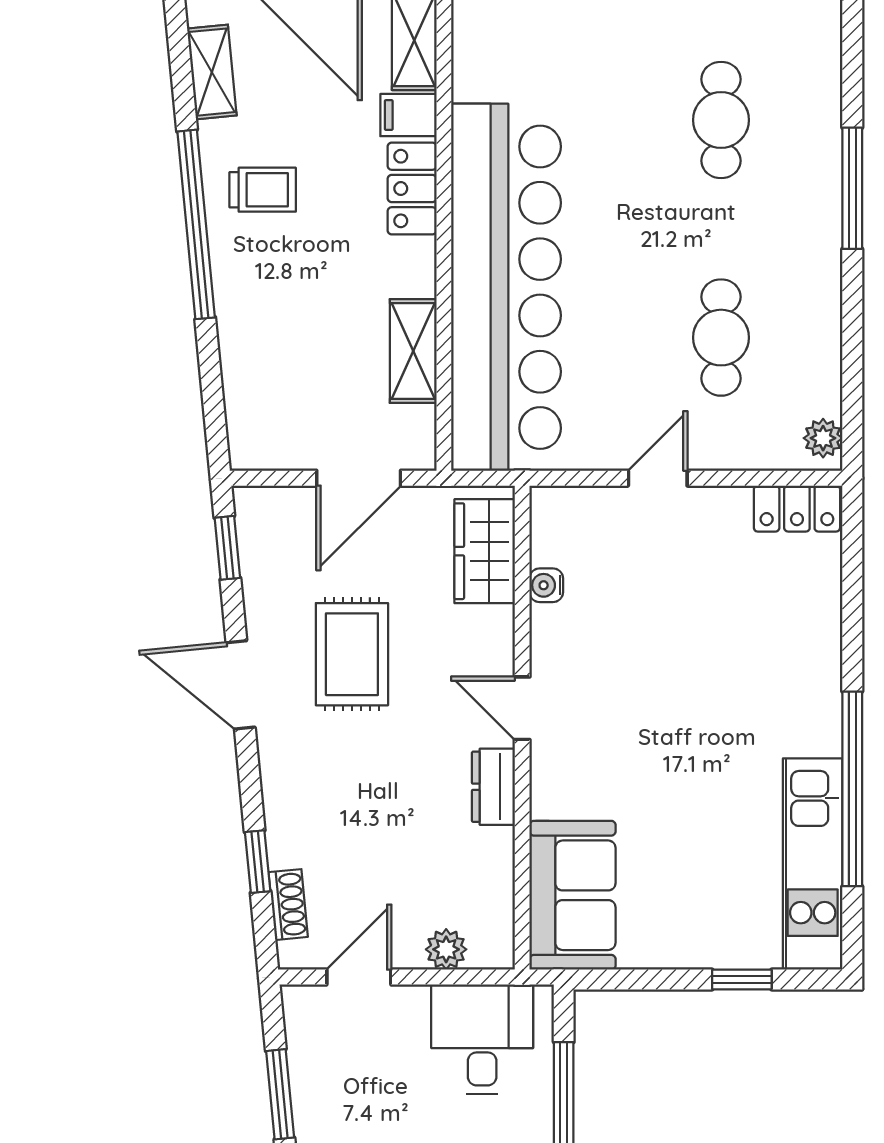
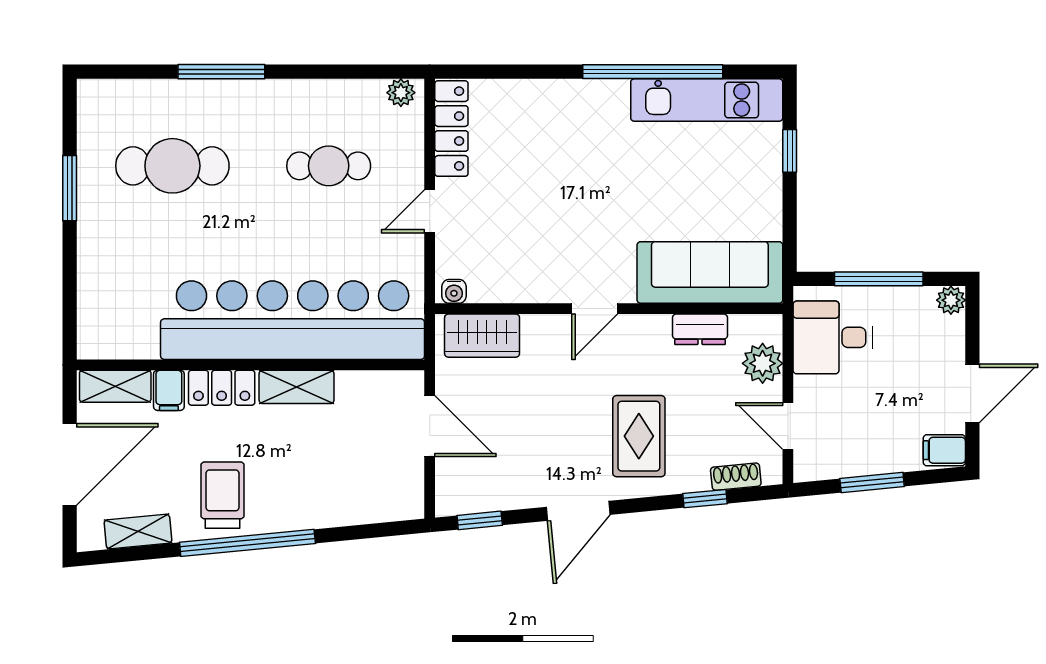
cafe table: (721, 120) -> (172, 166), width x1.37, depth x1.35
trolley: (263, 190) -> (223, 495), width x1.36, depth x1.39
shelving: (413, 351) -> (297, 387), moved
door: (658, 478) -> (430, 211), hinge flipped
locker: (797, 509) -> (451, 129), width x1.53
water cooler: (546, 585) -> (454, 291), moved
rug: (352, 654) -> (639, 436), moved, turned 90
dresser: (493, 787) -> (700, 329), moved
sofa: (573, 895) -> (710, 272), width x1.36
plant: (446, 949) -> (763, 363), width x1.38, depth x1.38

